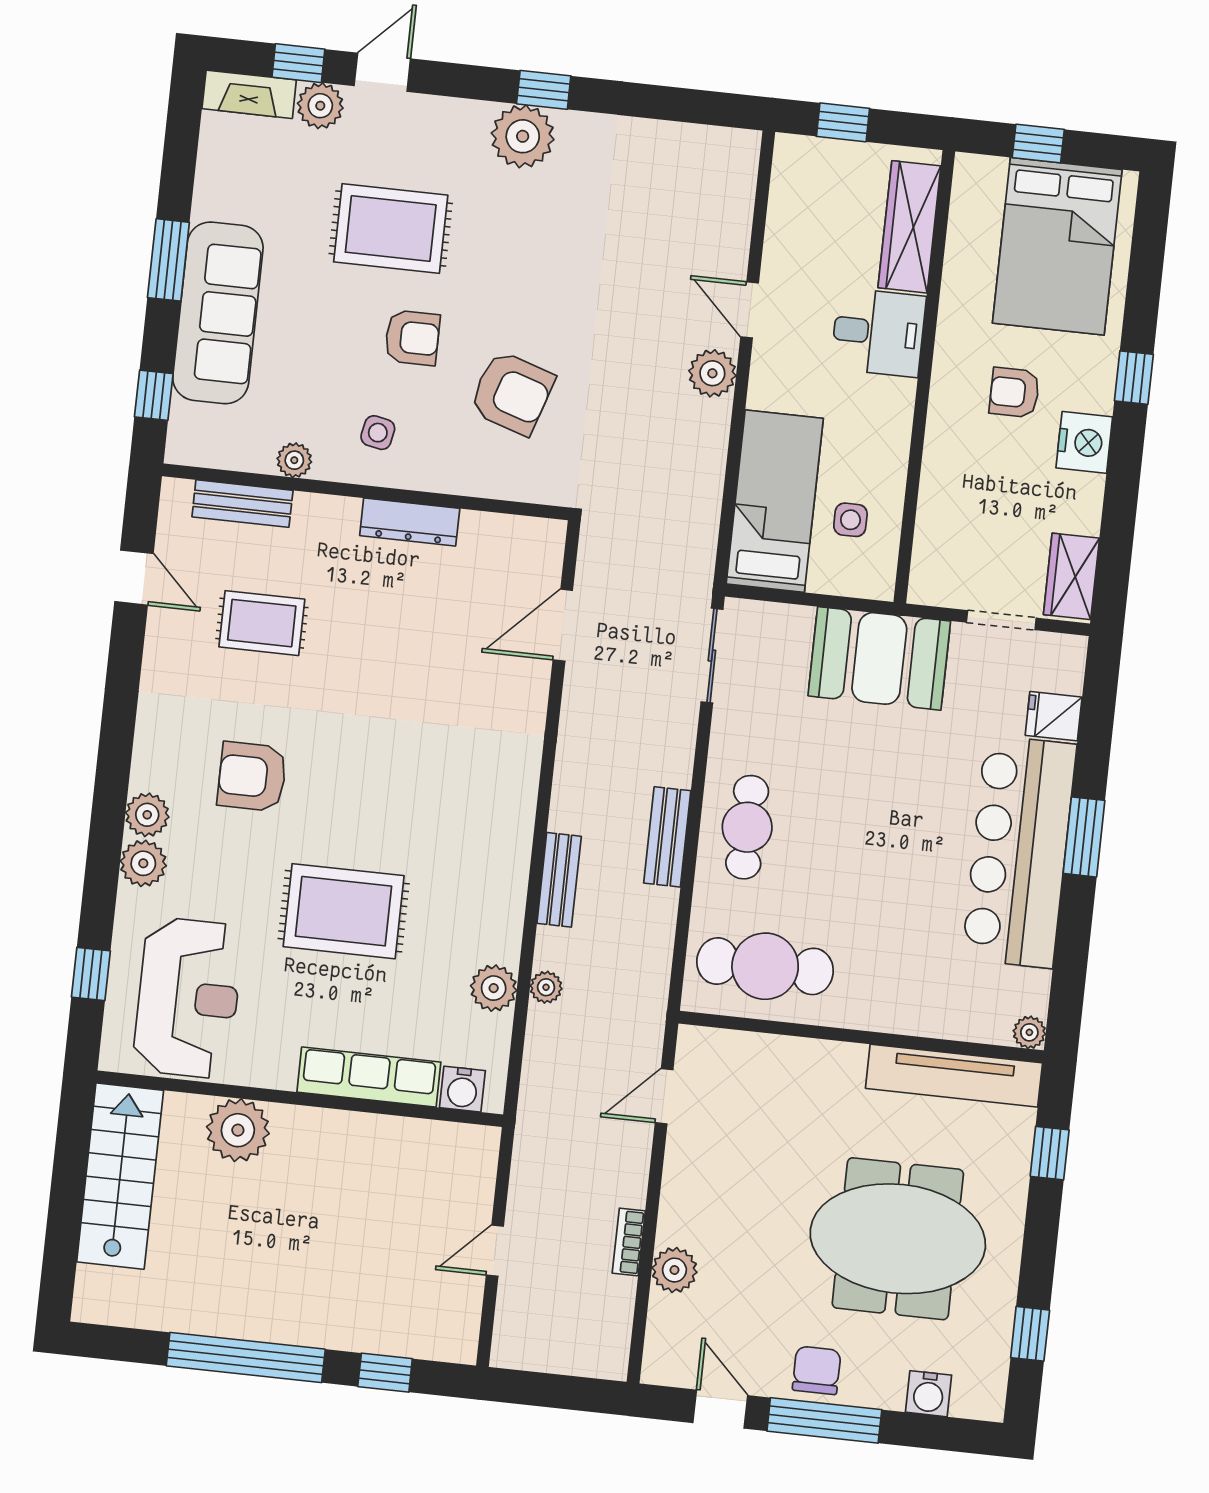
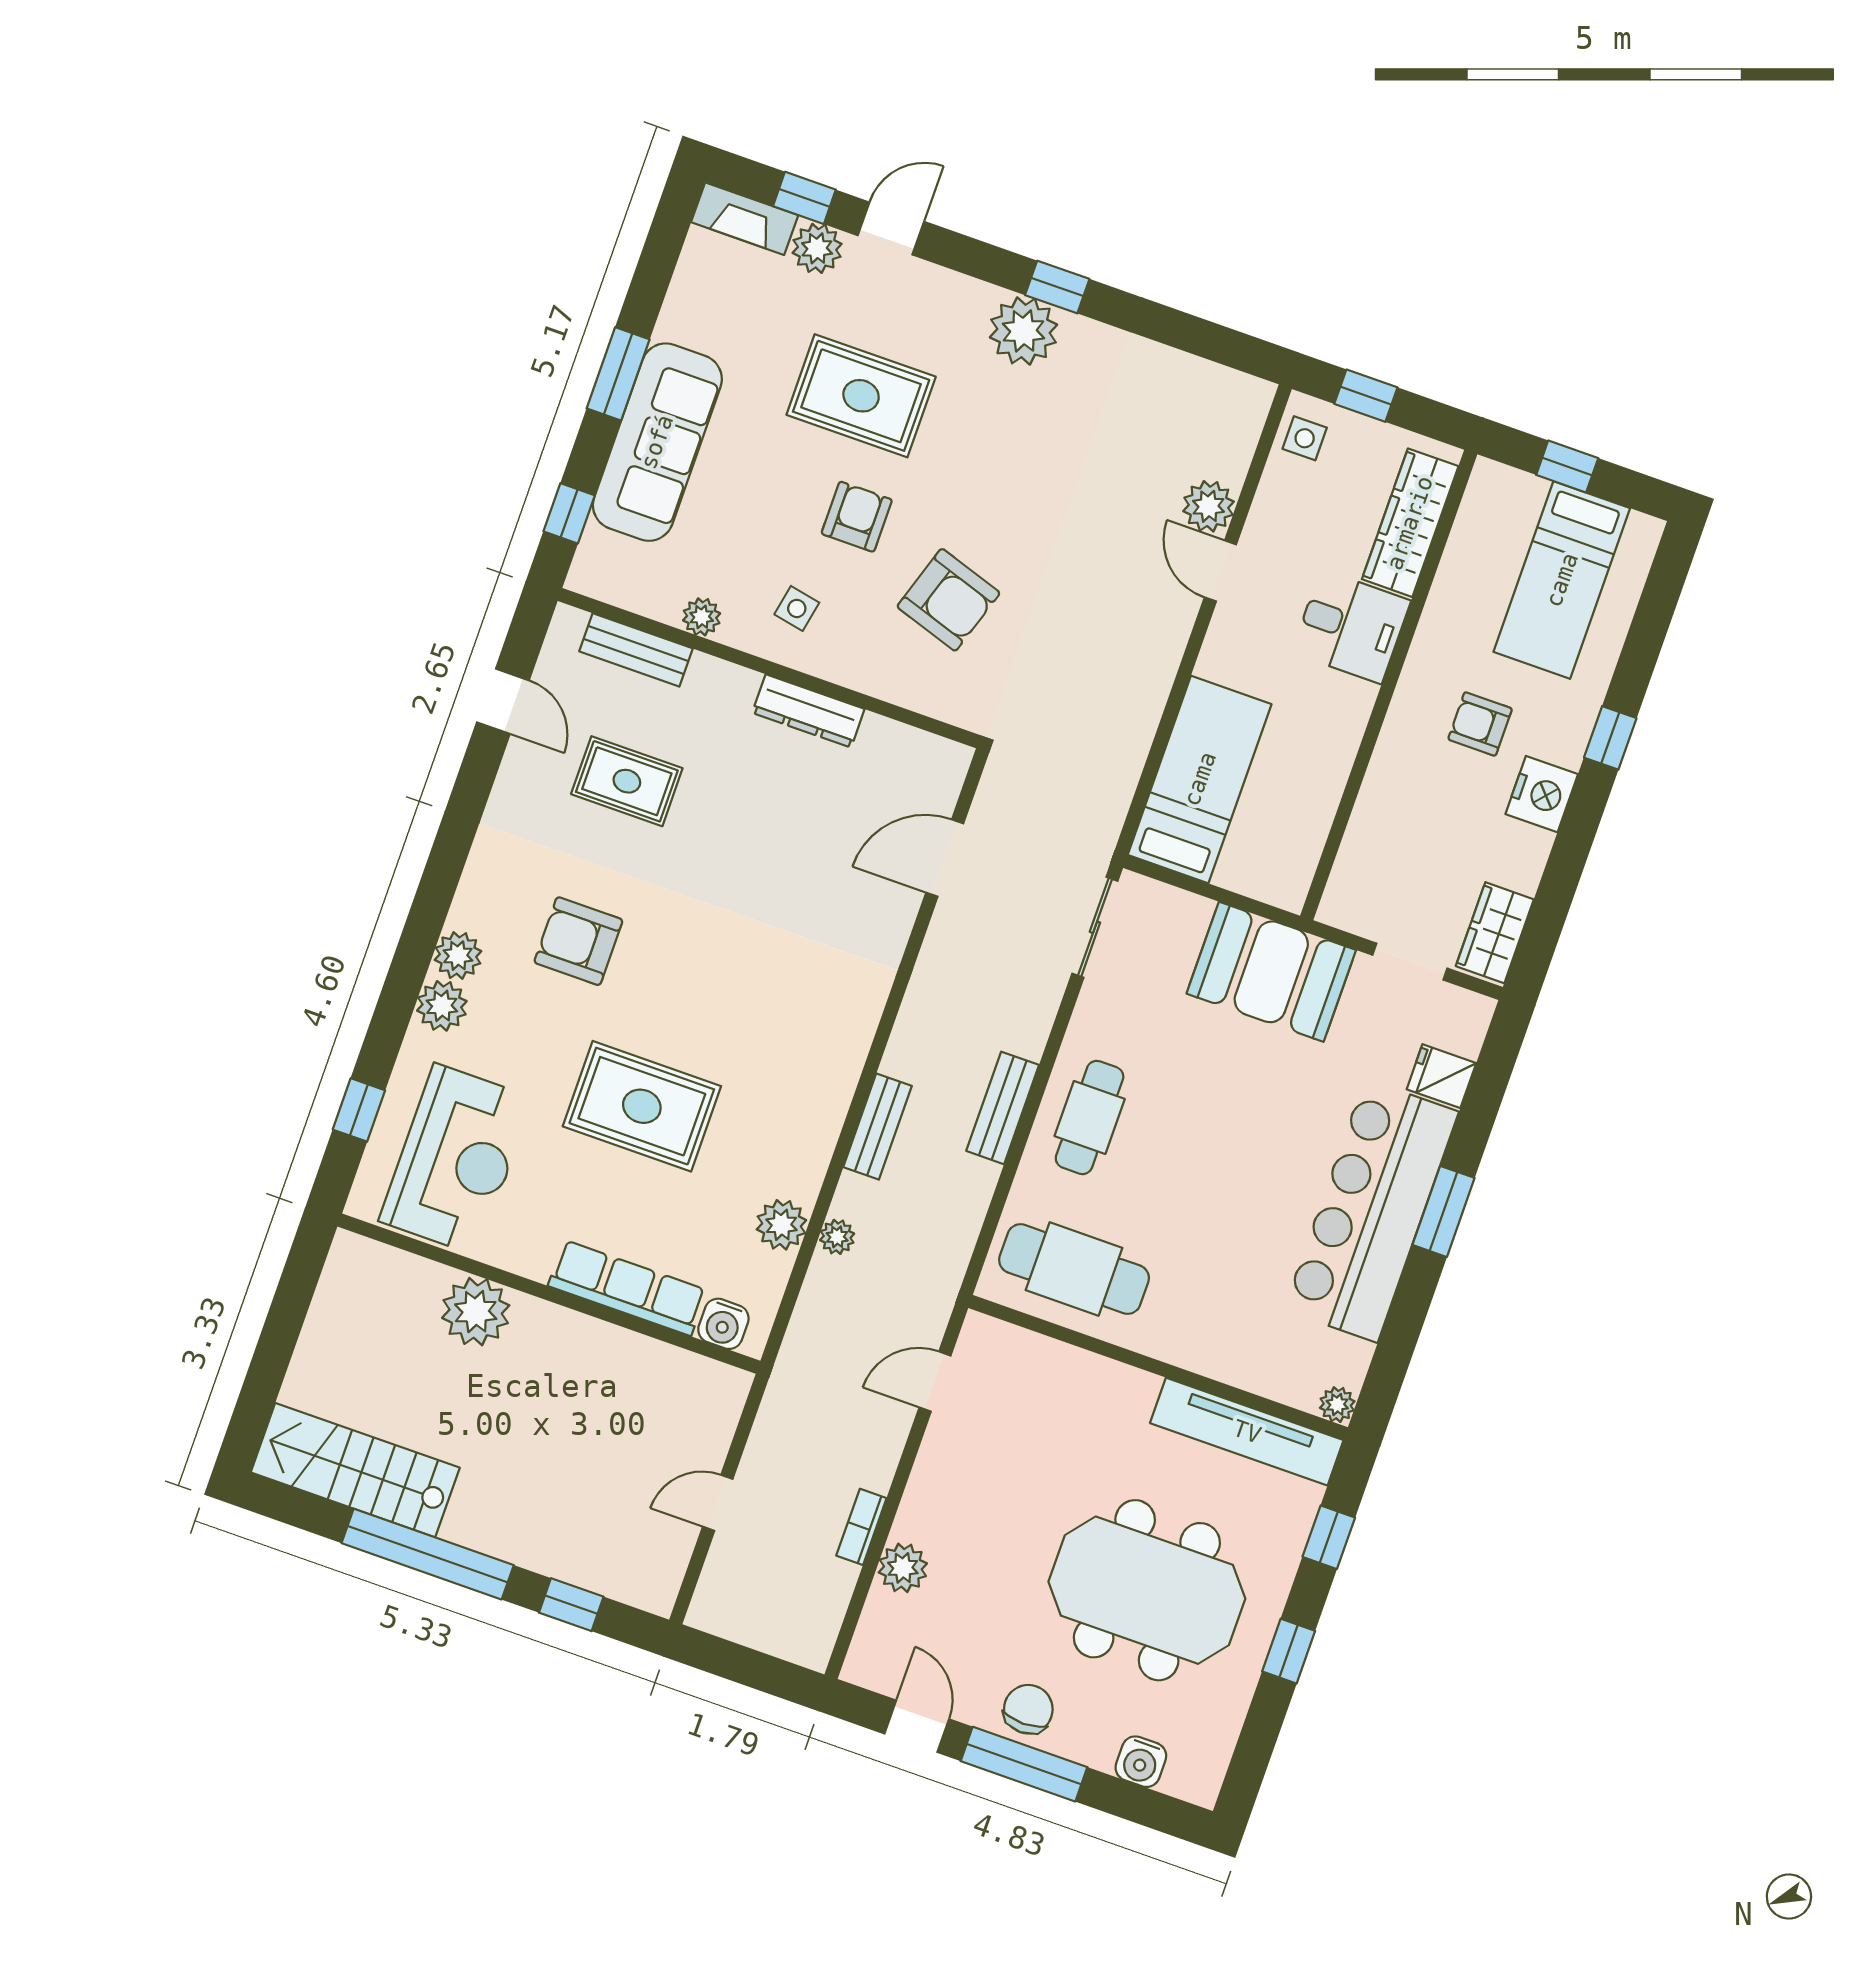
bed: (1057, 246) -> (1562, 580), width x0.67
armchair: (412, 338) -> (857, 517), turned -90
plant: (712, 373) -> (1209, 506), moved
side table: (850, 520) -> (1305, 438), moved
stairs: (120, 1176) -> (355, 1470), moved, turned -90
window: (1030, 1334) -> (1289, 1651), moved

